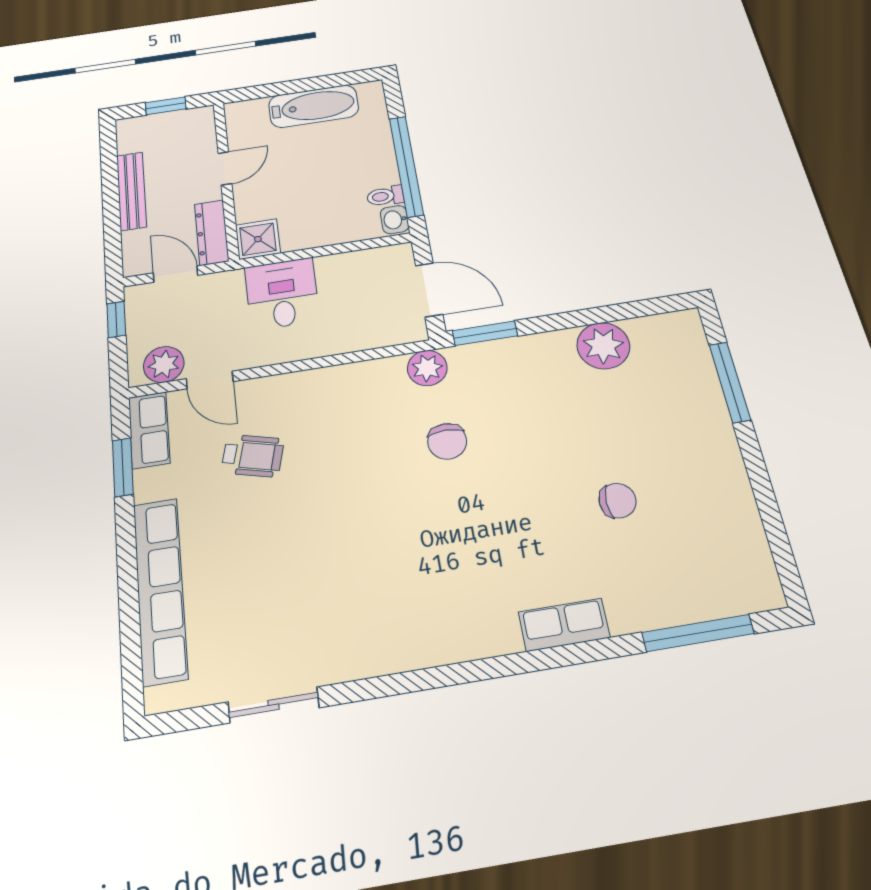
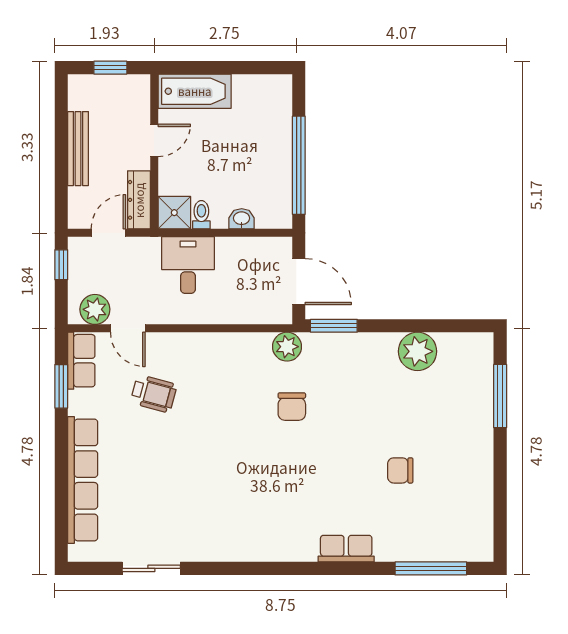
bathtub: (314, 106) -> (195, 91), moved
toilet: (385, 196) -> (201, 215), moved, turned 90
washbasin: (395, 220) -> (242, 219), moved, turned 90
door: (175, 274) -> (108, 233), hinge flipped
chair: (618, 501) -> (400, 470), turned 180

